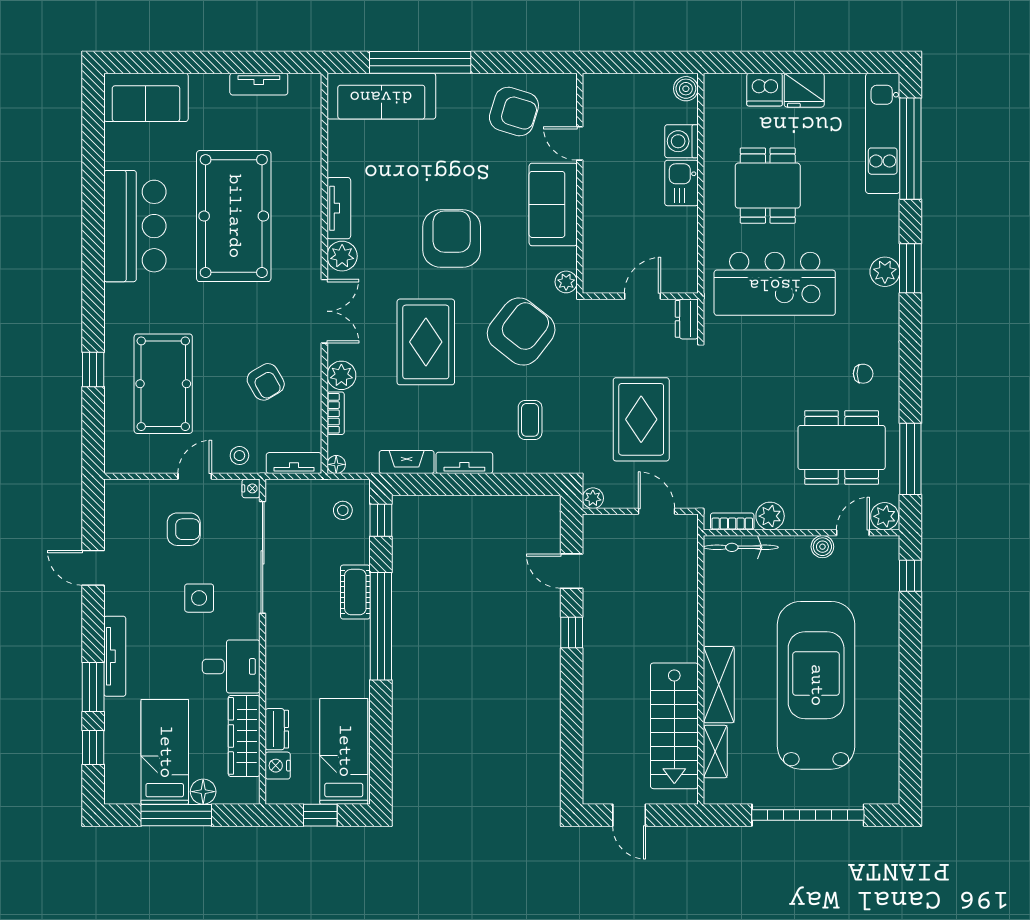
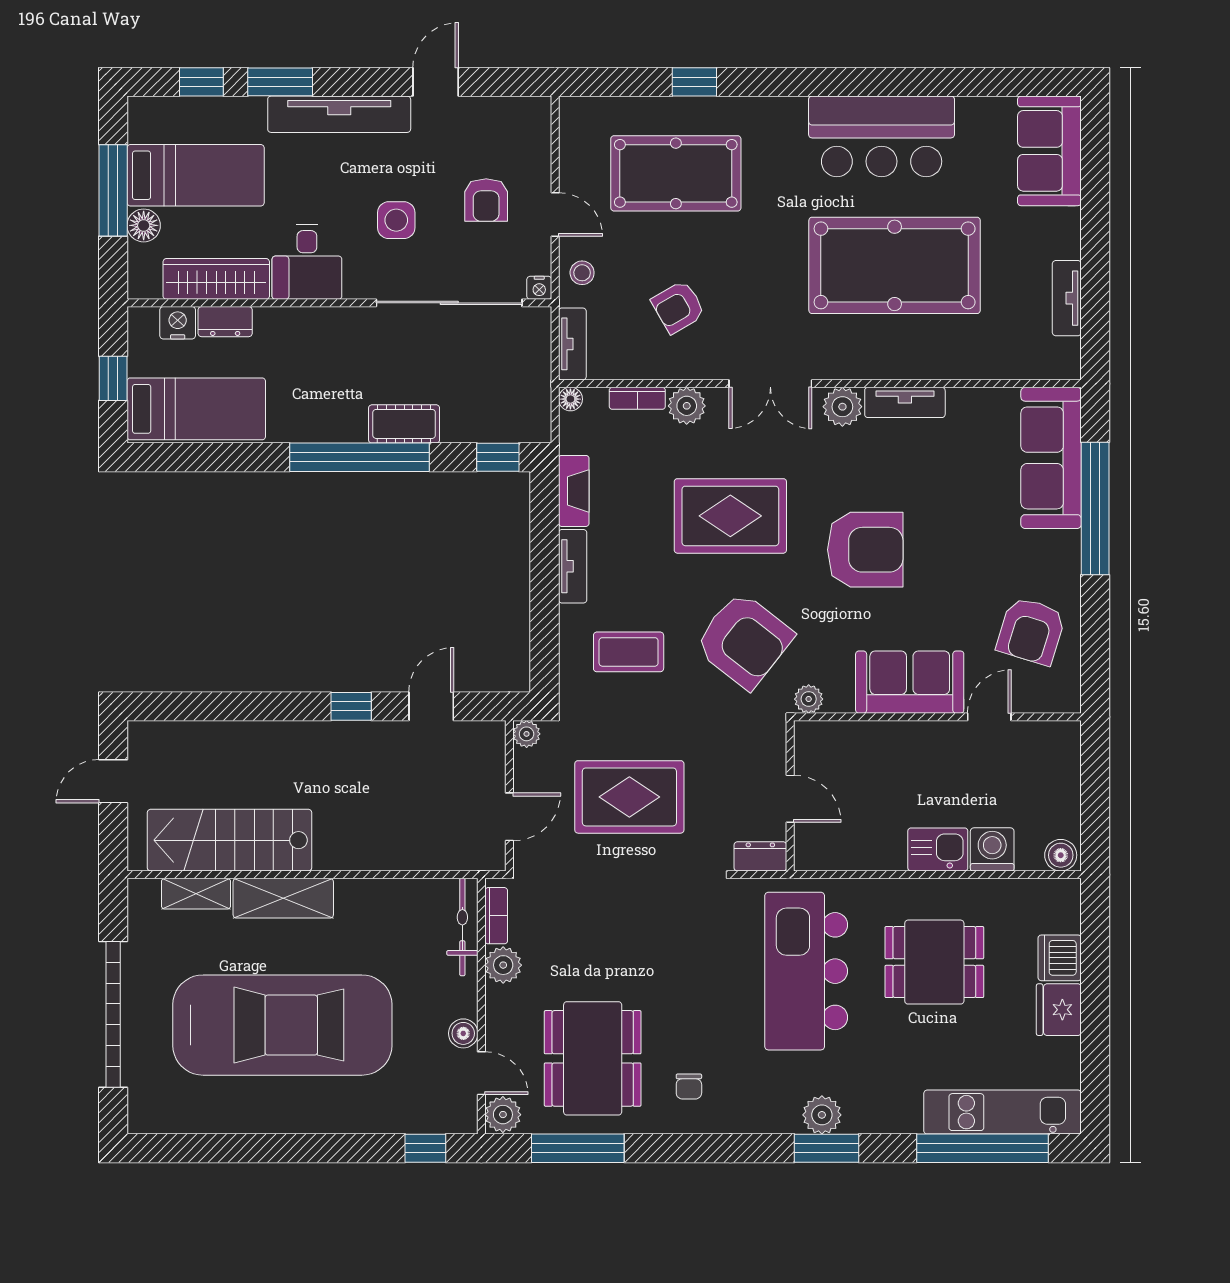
coffee table: (530, 420) -> (629, 652), width x1.36, depth x1.30
stool: (343, 510) -> (511, 408), removed
tv unit: (115, 656) -> (339, 114), width x1.36, depth x1.29

